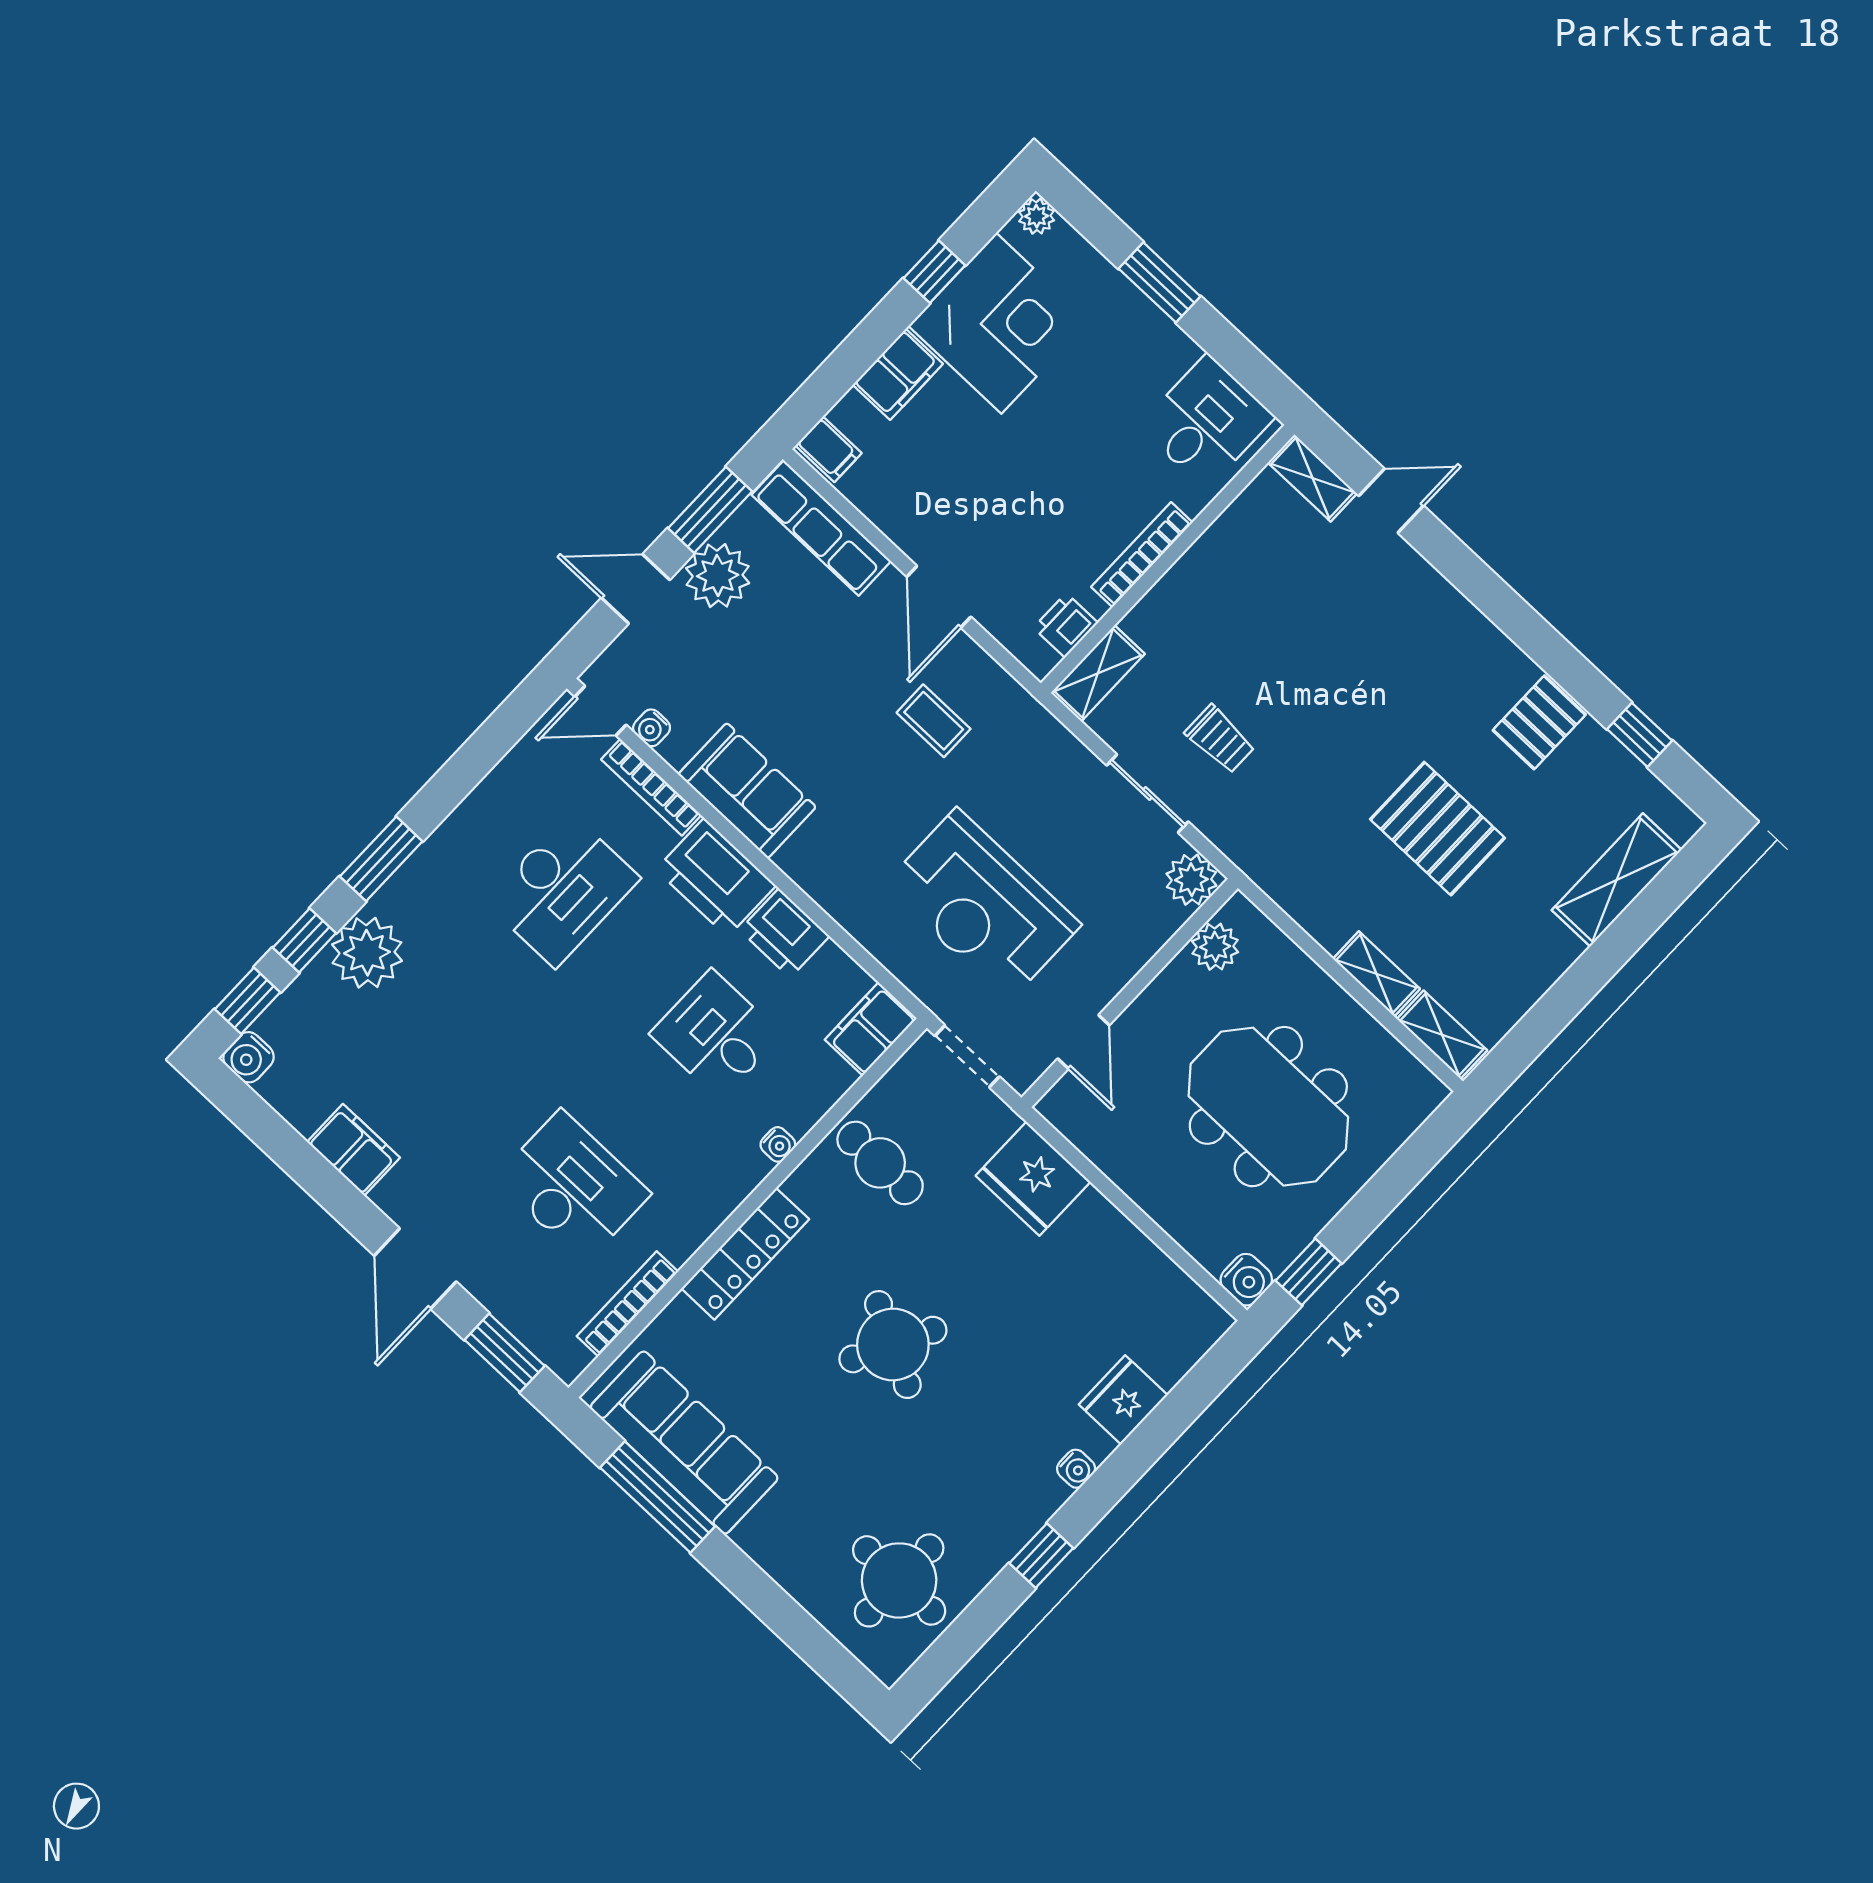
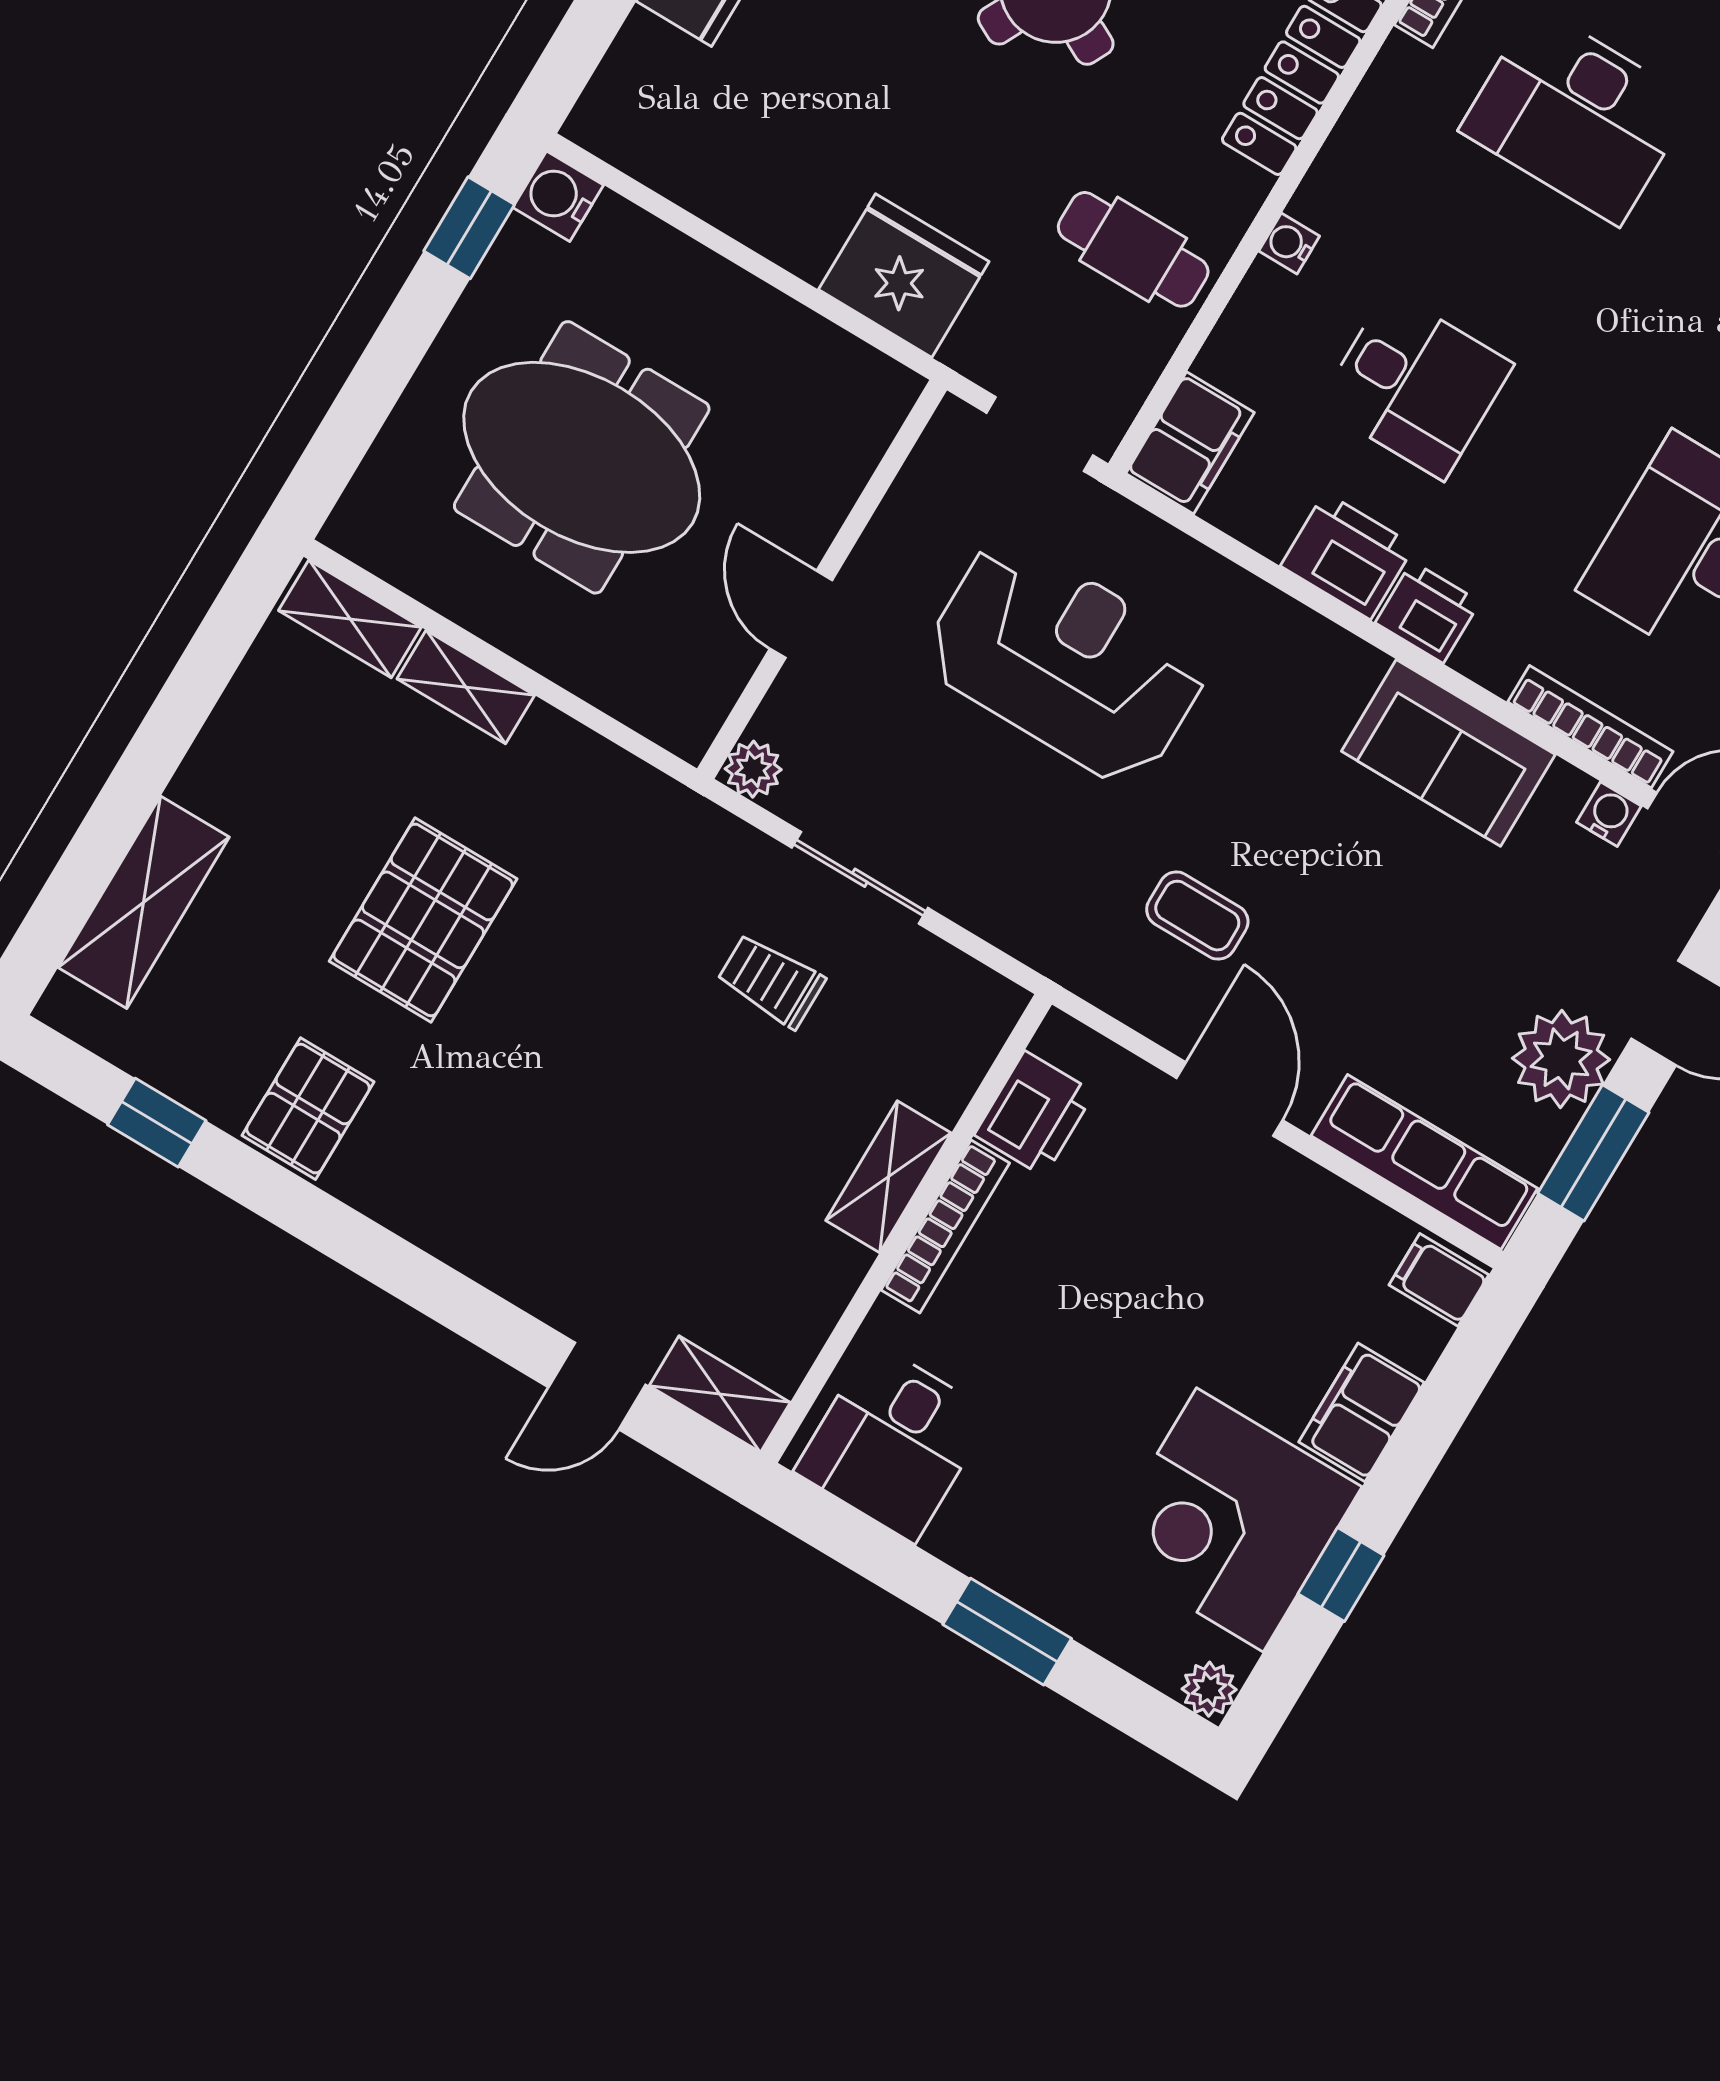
printer: (1066, 625) -> (1034, 1114), width x1.36, depth x1.24
shelving: (1098, 673) -> (889, 1177), moved
pallet: (1438, 829) -> (423, 920), turned 90
printer: (716, 878) -> (1428, 612), width x0.53, depth x0.68
plant: (1191, 880) -> (753, 769), width x0.73, depth x0.73
plant: (1215, 947) -> (711, 675), removed
door: (1083, 1042) -> (801, 614), moved

